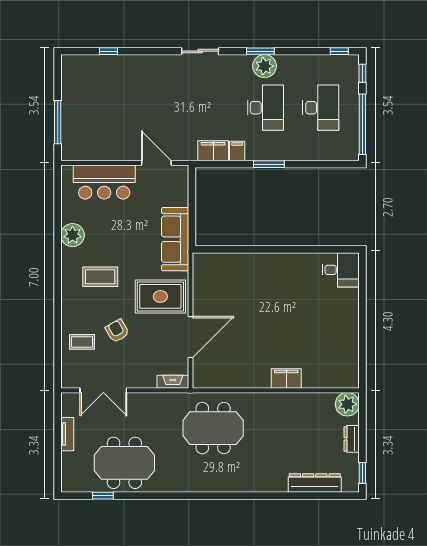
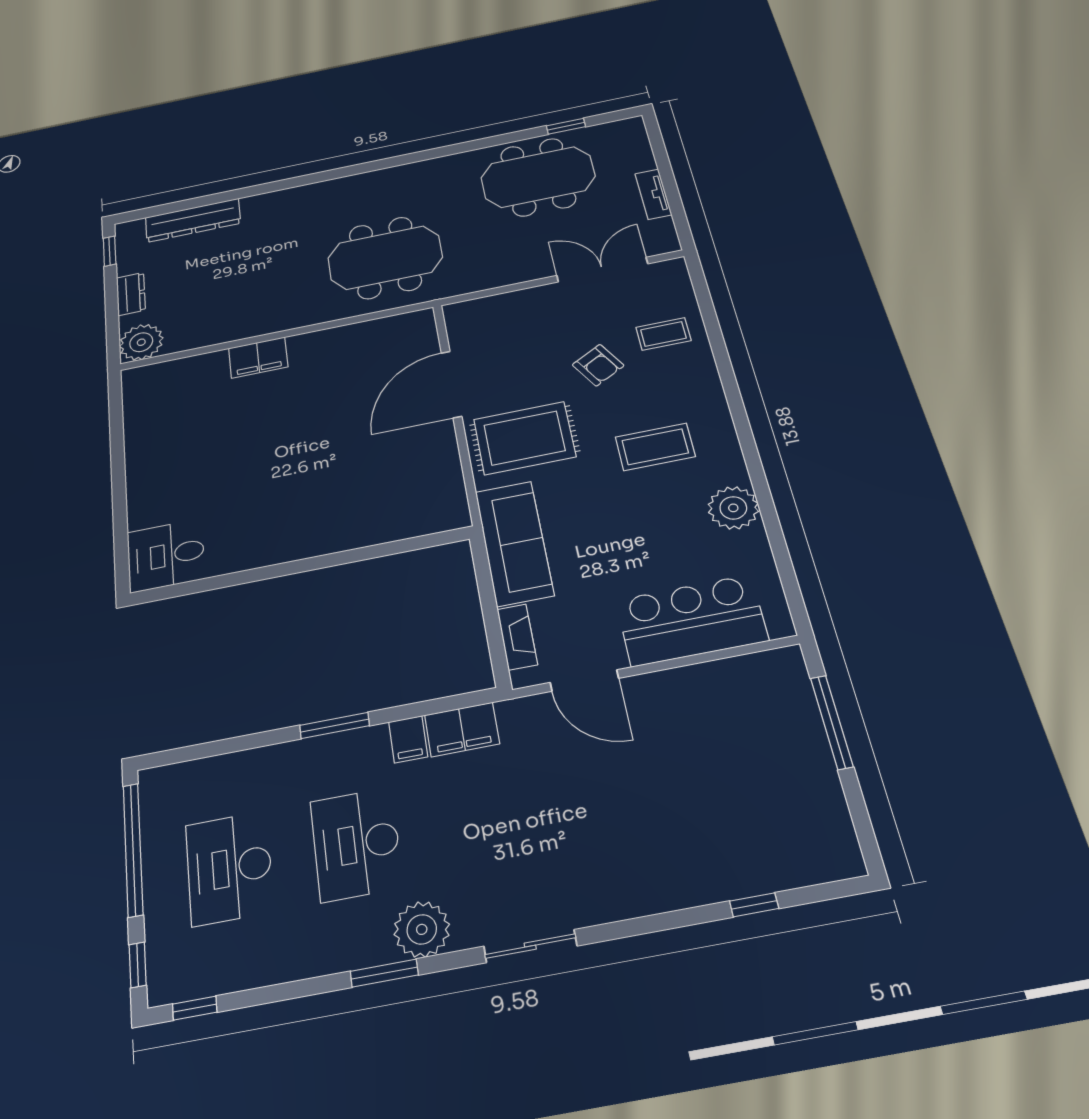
plant: (265, 66) -> (422, 929), moved
fireplace: (173, 382) -> (517, 637), moved, turned -90

